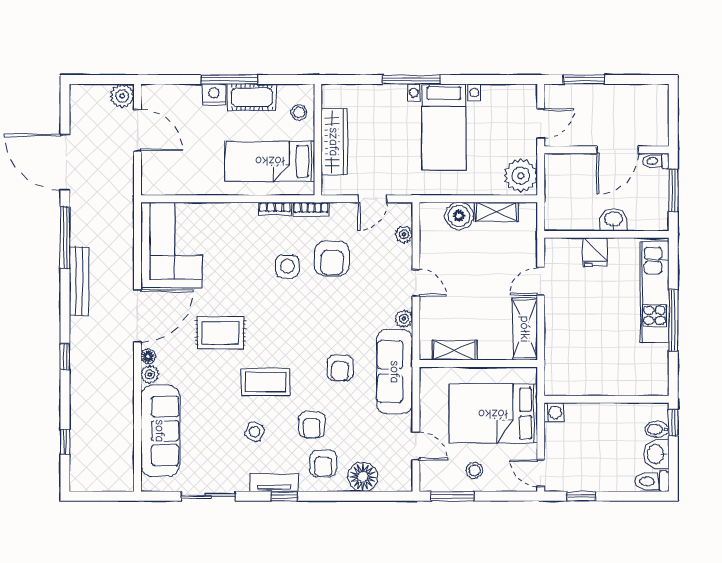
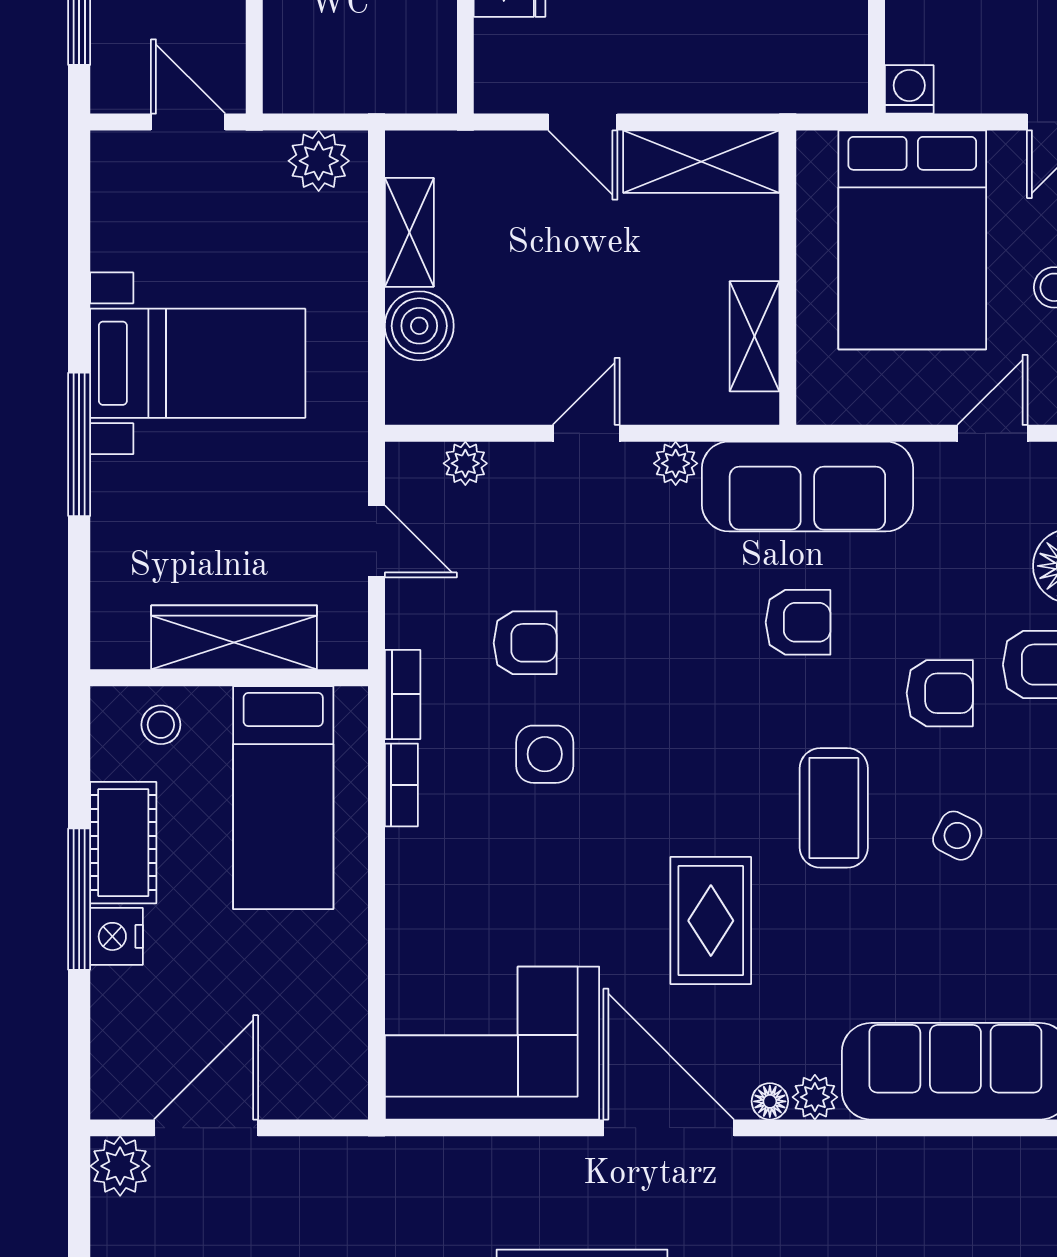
plant: (521, 176) -> (319, 161), width x0.73, depth x0.73
armchair: (332, 258) -> (525, 643), width x0.72, depth x0.72

